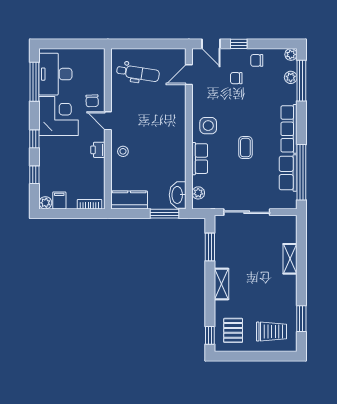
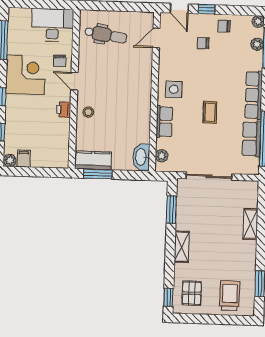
desk: (55, 74) -> (52, 25), moved, turned 90
bookcase: (89, 204) -> (53, 163), removed
window: (164, 214) -> (98, 174), moved
trolley: (271, 332) -> (230, 296), turned -90

